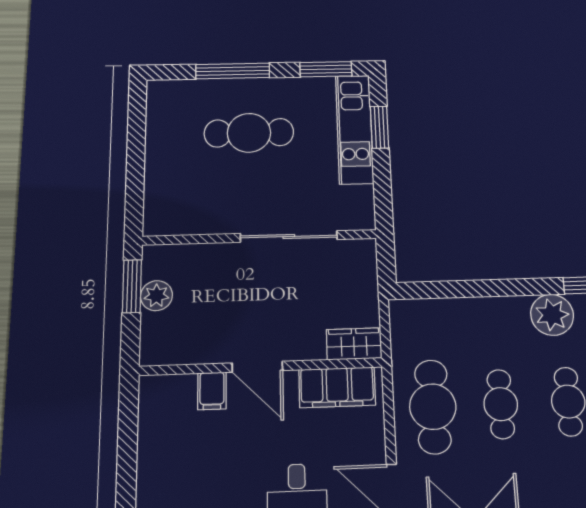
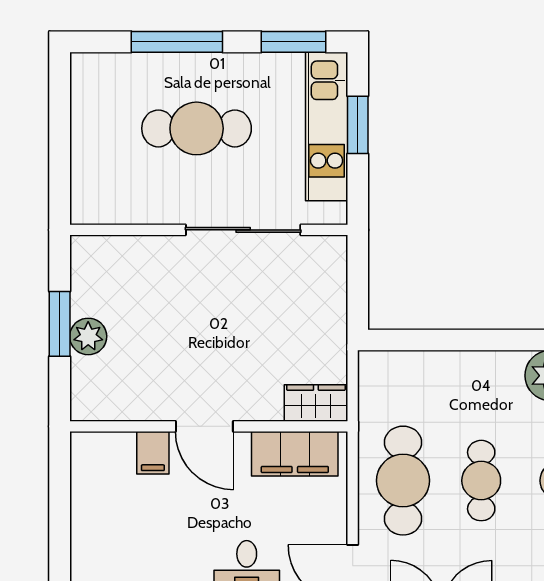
wall: (260, 237) -> (209, 230), moved
sliding door: (289, 237) -> (243, 230), moved

